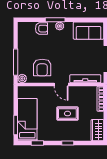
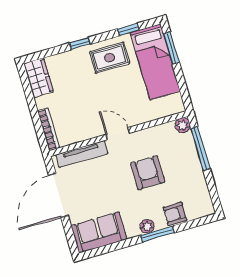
armchair: (42, 67) -> (148, 173), moved
rug: (67, 114) -> (110, 58), moved

